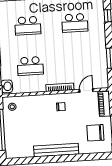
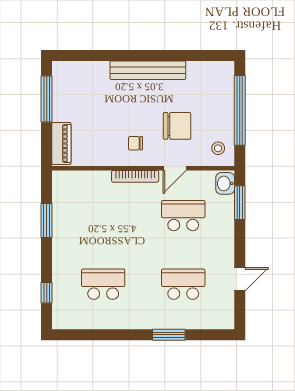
door: (86, 91) -> (175, 168), moved
chair: (95, 133) -> (177, 126), moved

